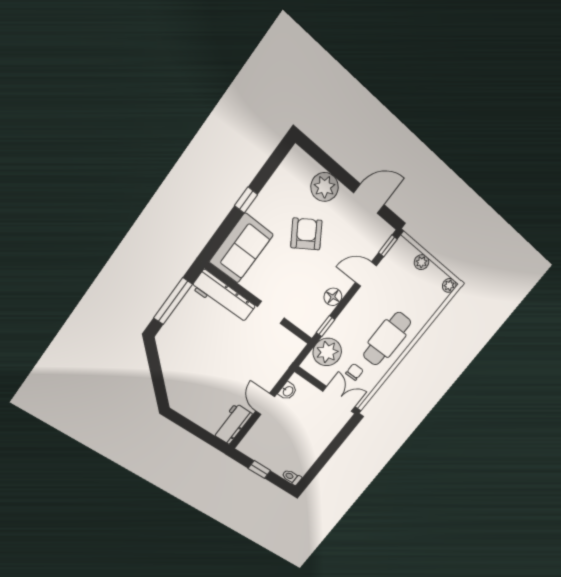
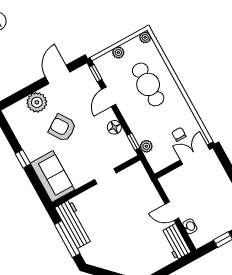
workbench: (223, 297) -> (74, 224), moved, turned -90
cafe table: (387, 339) -> (148, 84), moved
plant: (327, 352) -> (146, 146), width x0.53, depth x0.53
washbasin: (288, 391) -> (190, 226), moved

